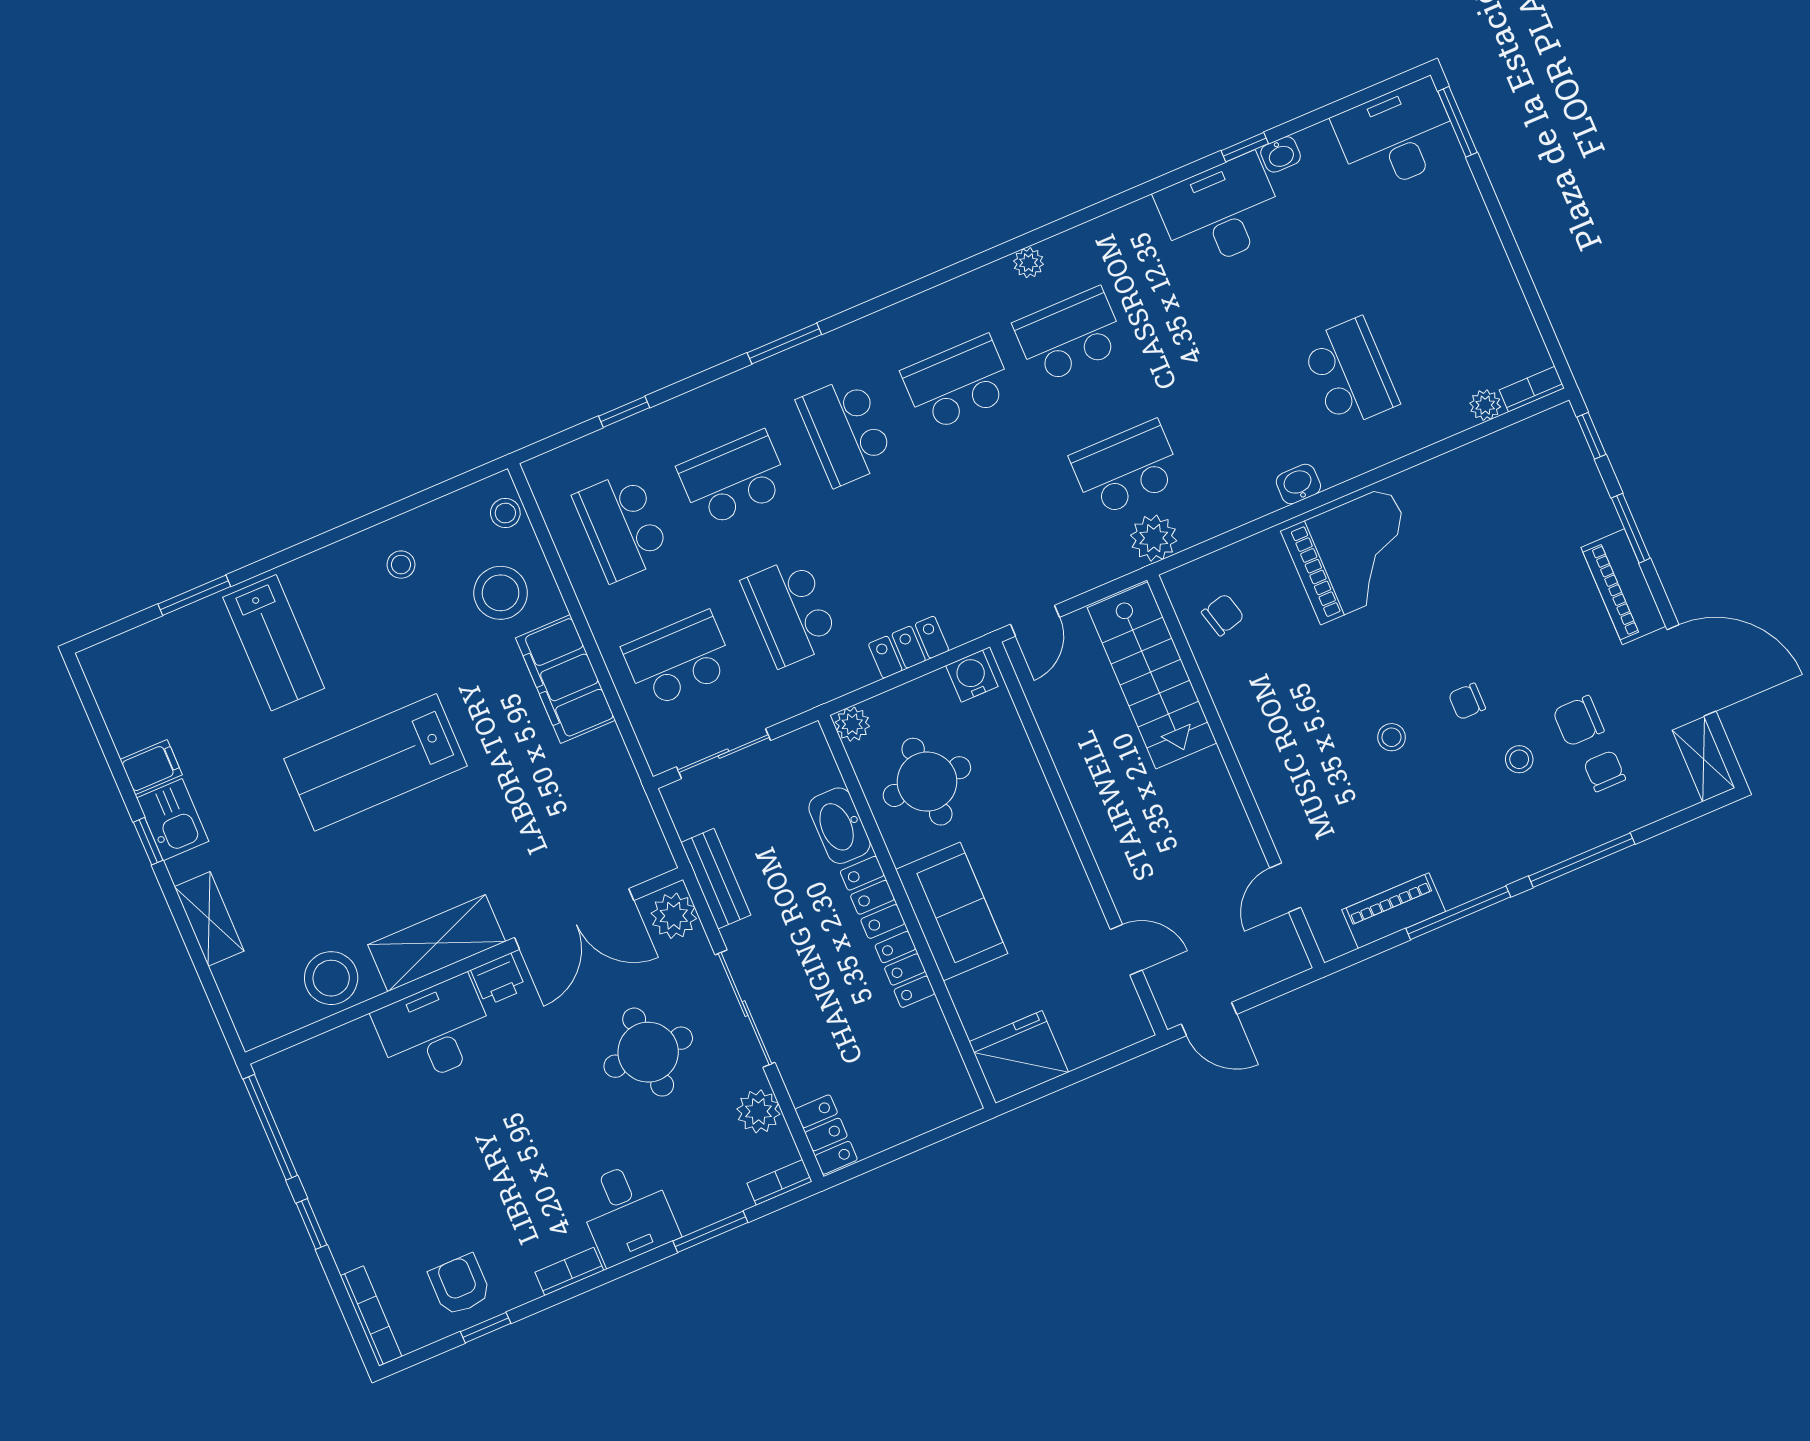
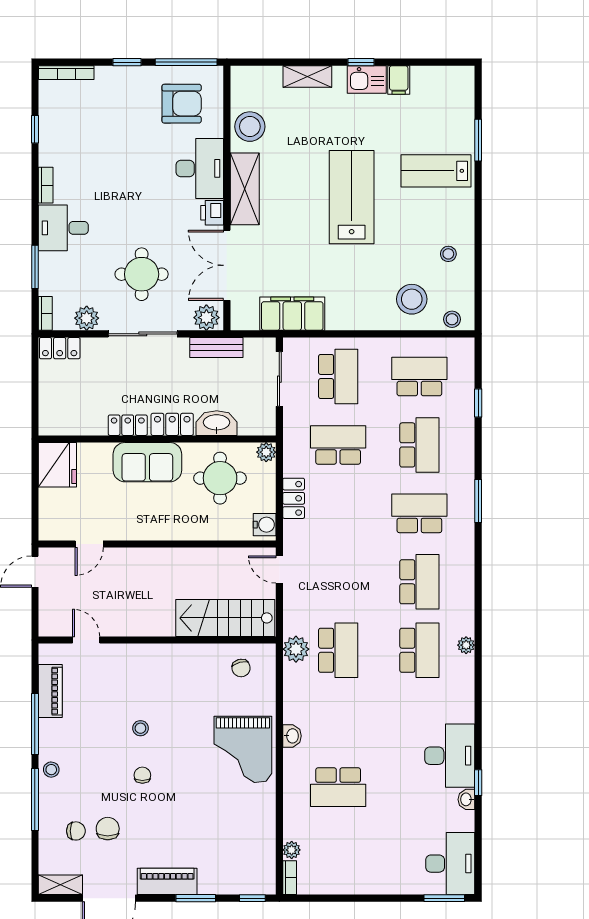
filing cabinet: (565, 679) -> (292, 314), moved
stool: (1519, 759) -> (51, 770), moved
armchair: (460, 1285) -> (182, 104), moved, width x1.38, depth x1.38

